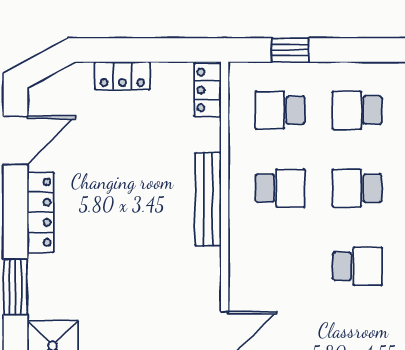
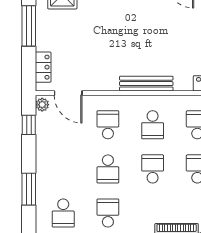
school desk: (280, 266) -> (108, 125), added

